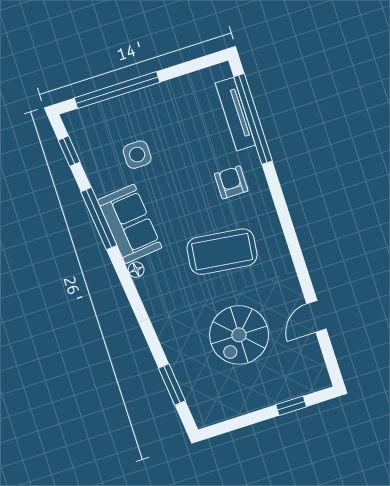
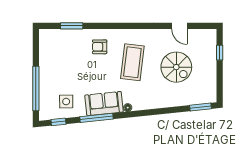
tv unit: (235, 114) -> (66, 34), removed
window: (253, 119) -> (72, 26), width x0.47
side table: (137, 155) -> (66, 102), moved
window: (172, 384) -> (200, 107), moved

